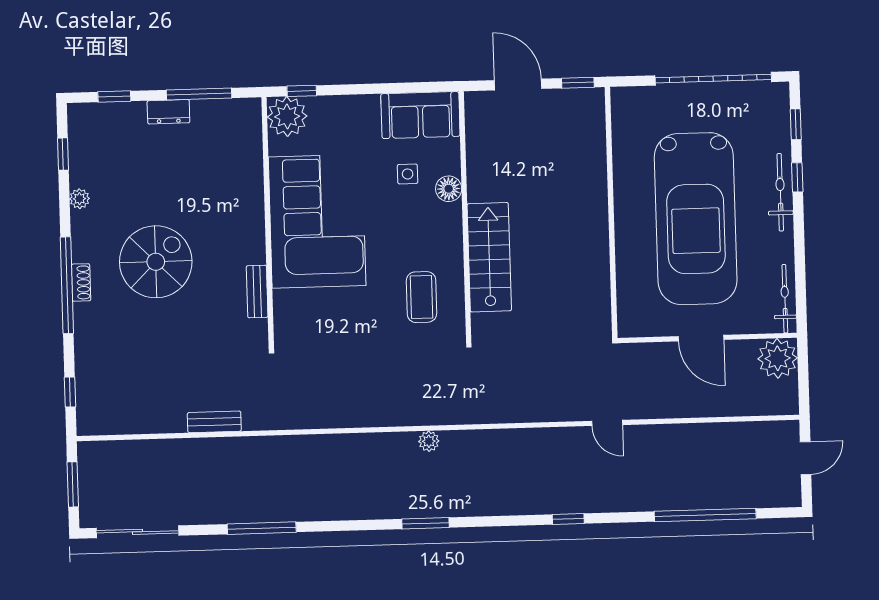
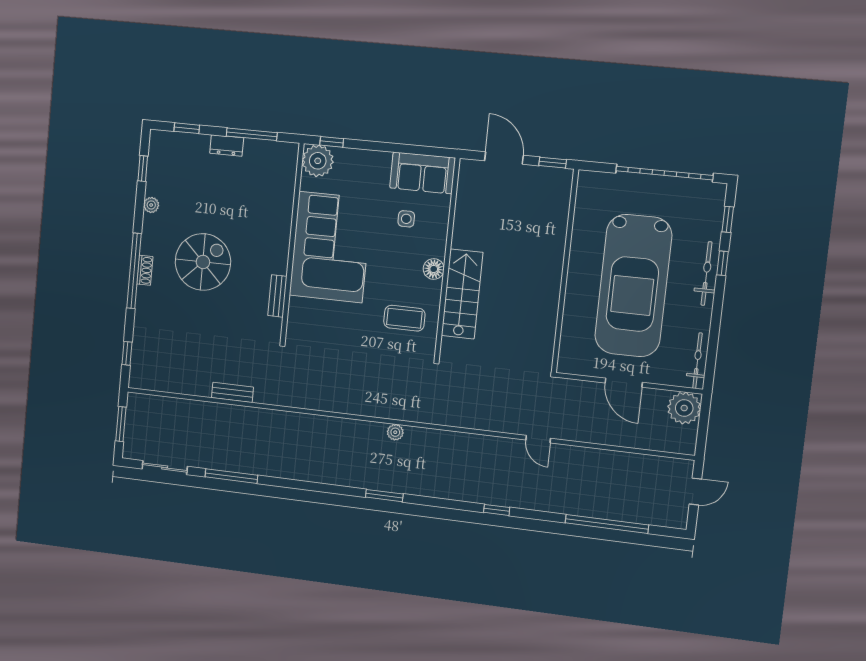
floor lamp: (449, 189) -> (434, 269), moved
coffee table: (421, 297) -> (404, 318), turned 90
window: (262, 528) -> (231, 476), moved
sliding door: (137, 532) -> (165, 468), width x0.73

